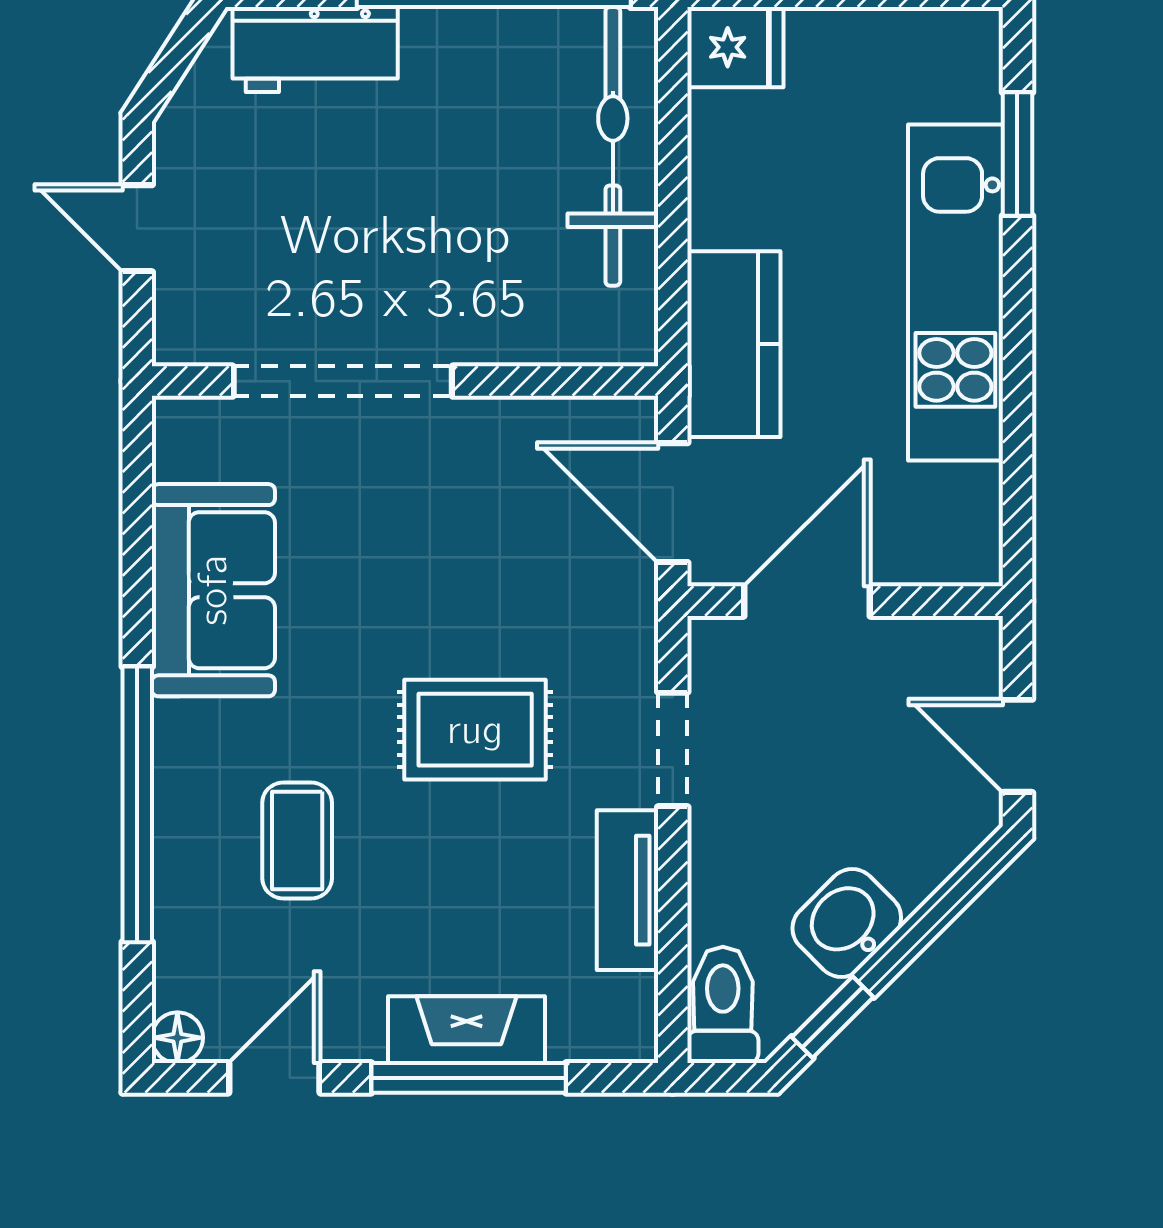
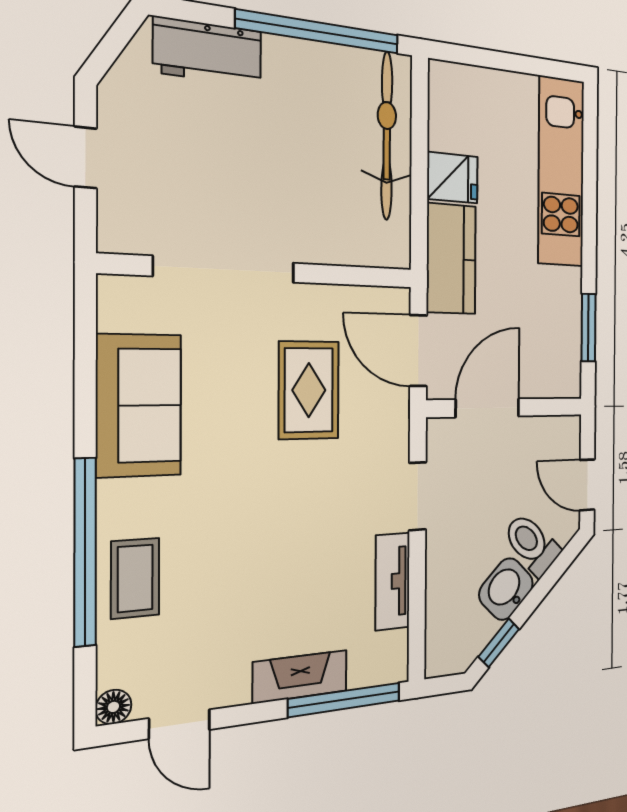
fridge: (735, 47) -> (452, 178), moved
window: (1017, 154) -> (588, 328), moved
kitchen unit: (955, 293) -> (561, 172), moved
rug: (475, 730) -> (309, 390), moved, turned 90
coffee table: (297, 840) -> (135, 578), moved
toilet: (723, 1005) -> (532, 544), moved, turned -45
door: (274, 1078) -> (179, 724), swing flipped
window: (469, 1078) -> (345, 700), moved

